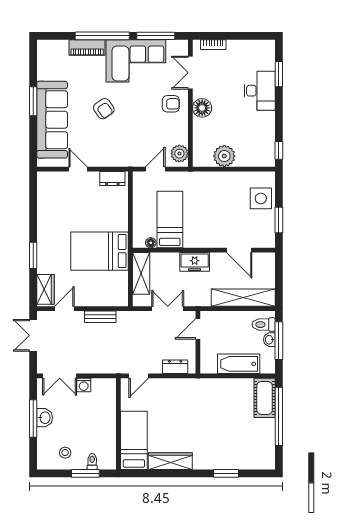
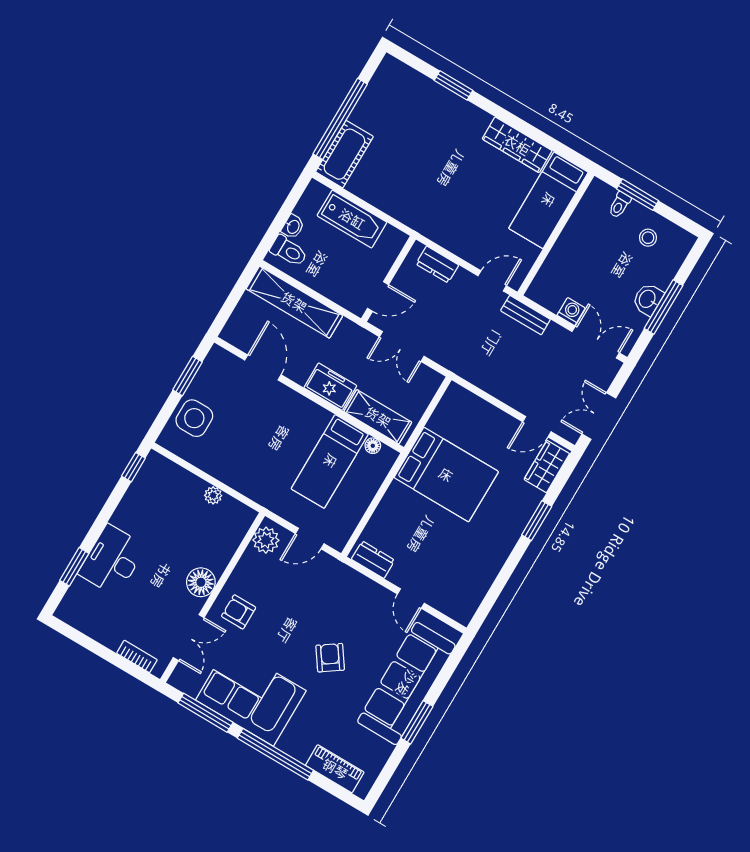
piano: (87, 47) -> (335, 769), moved
plant: (224, 156) -> (213, 495), width x0.53, depth x0.53
shelving: (141, 273) -> (378, 417), moved, turned 90
bench: (100, 317) -> (525, 315), moved
double door: (33, 335) -> (599, 416), swing flipped
window: (279, 341) -> (281, 218), removed

